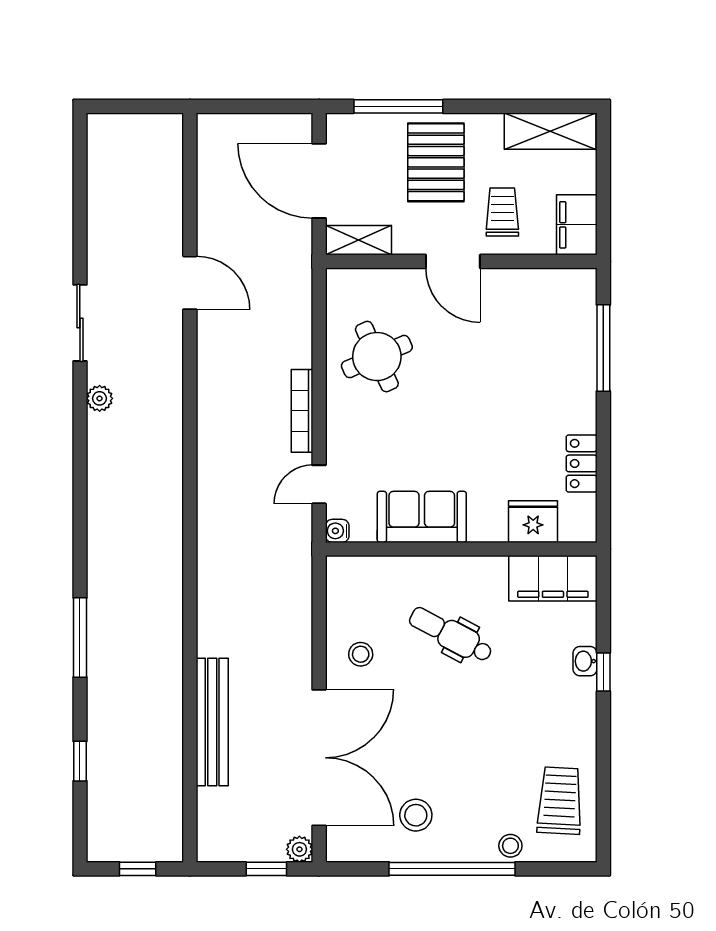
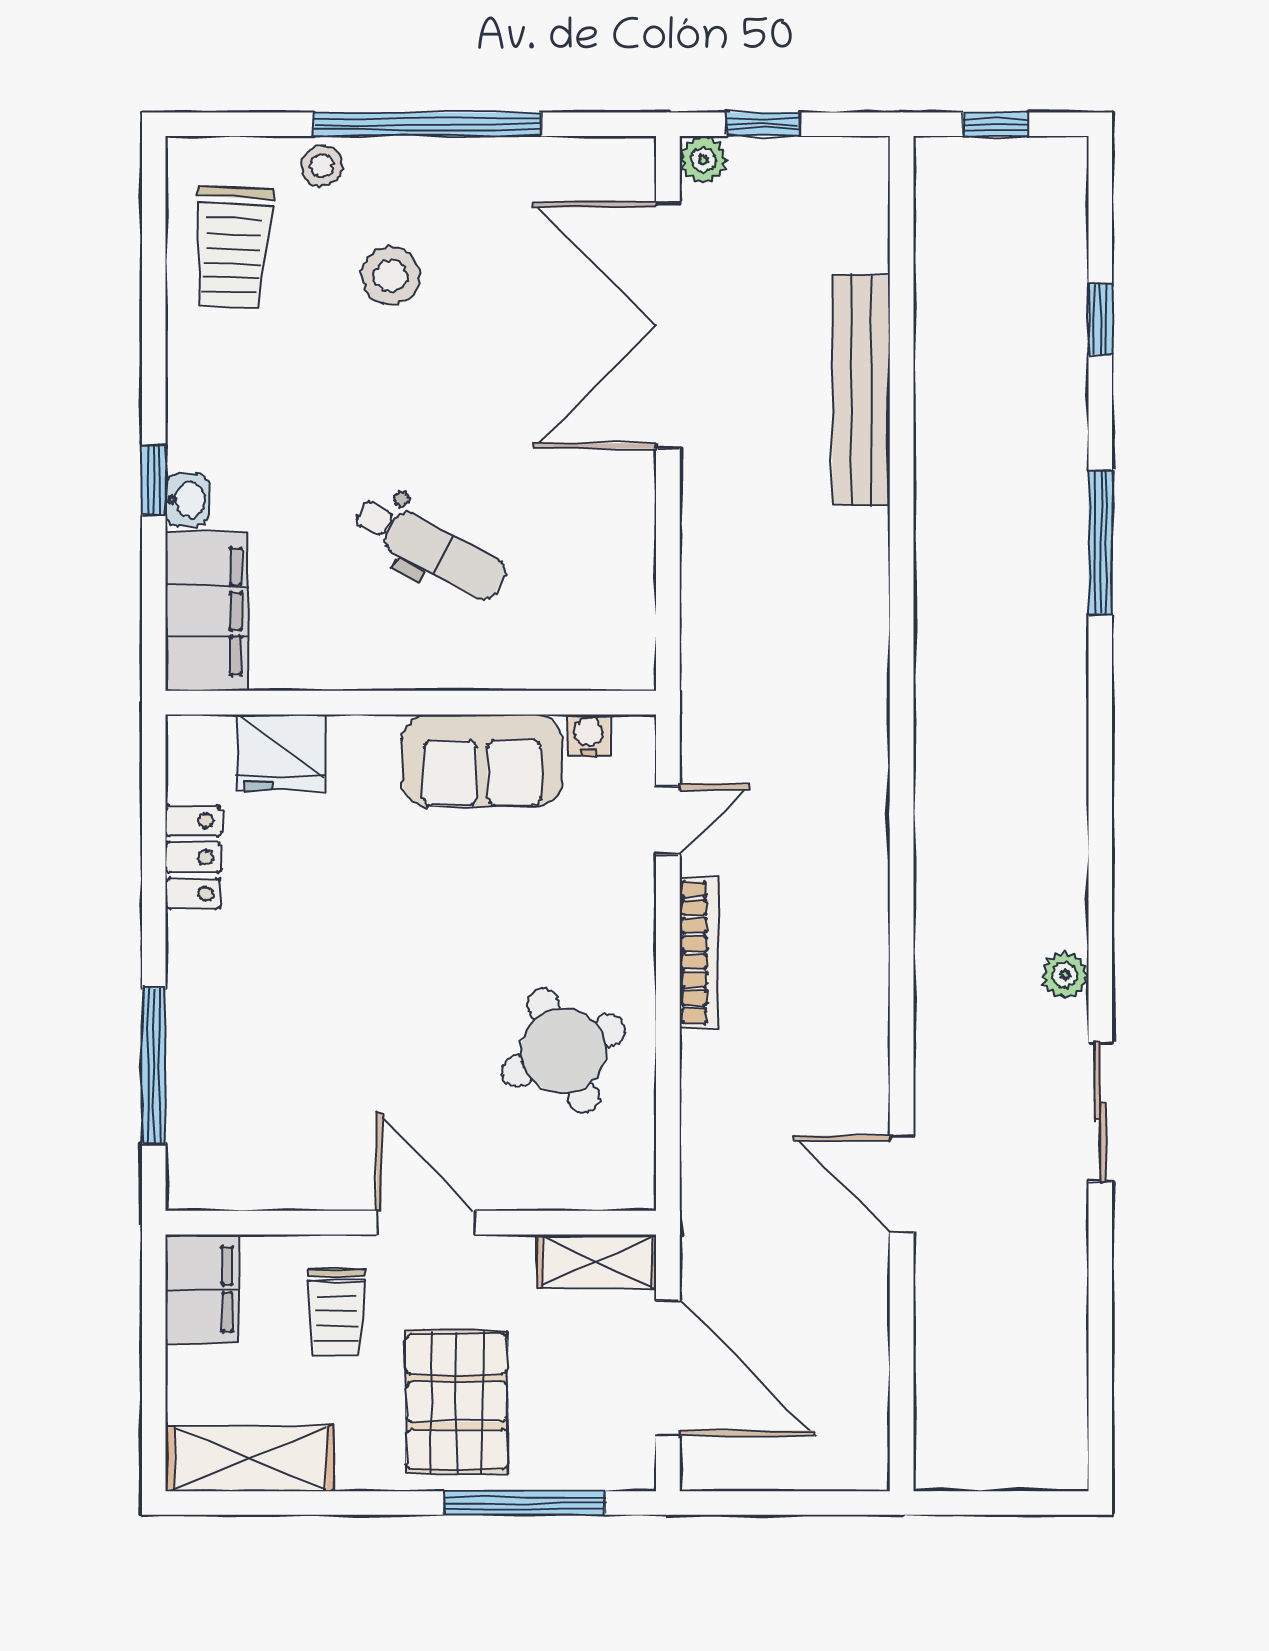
water cooler: (337, 531) -> (588, 735), moved, turned -90
filing cabinet: (553, 578) -> (207, 611), moved, turned 90
stool: (361, 654) -> (593, 512), removed
stool: (416, 815) -> (391, 276), moved

